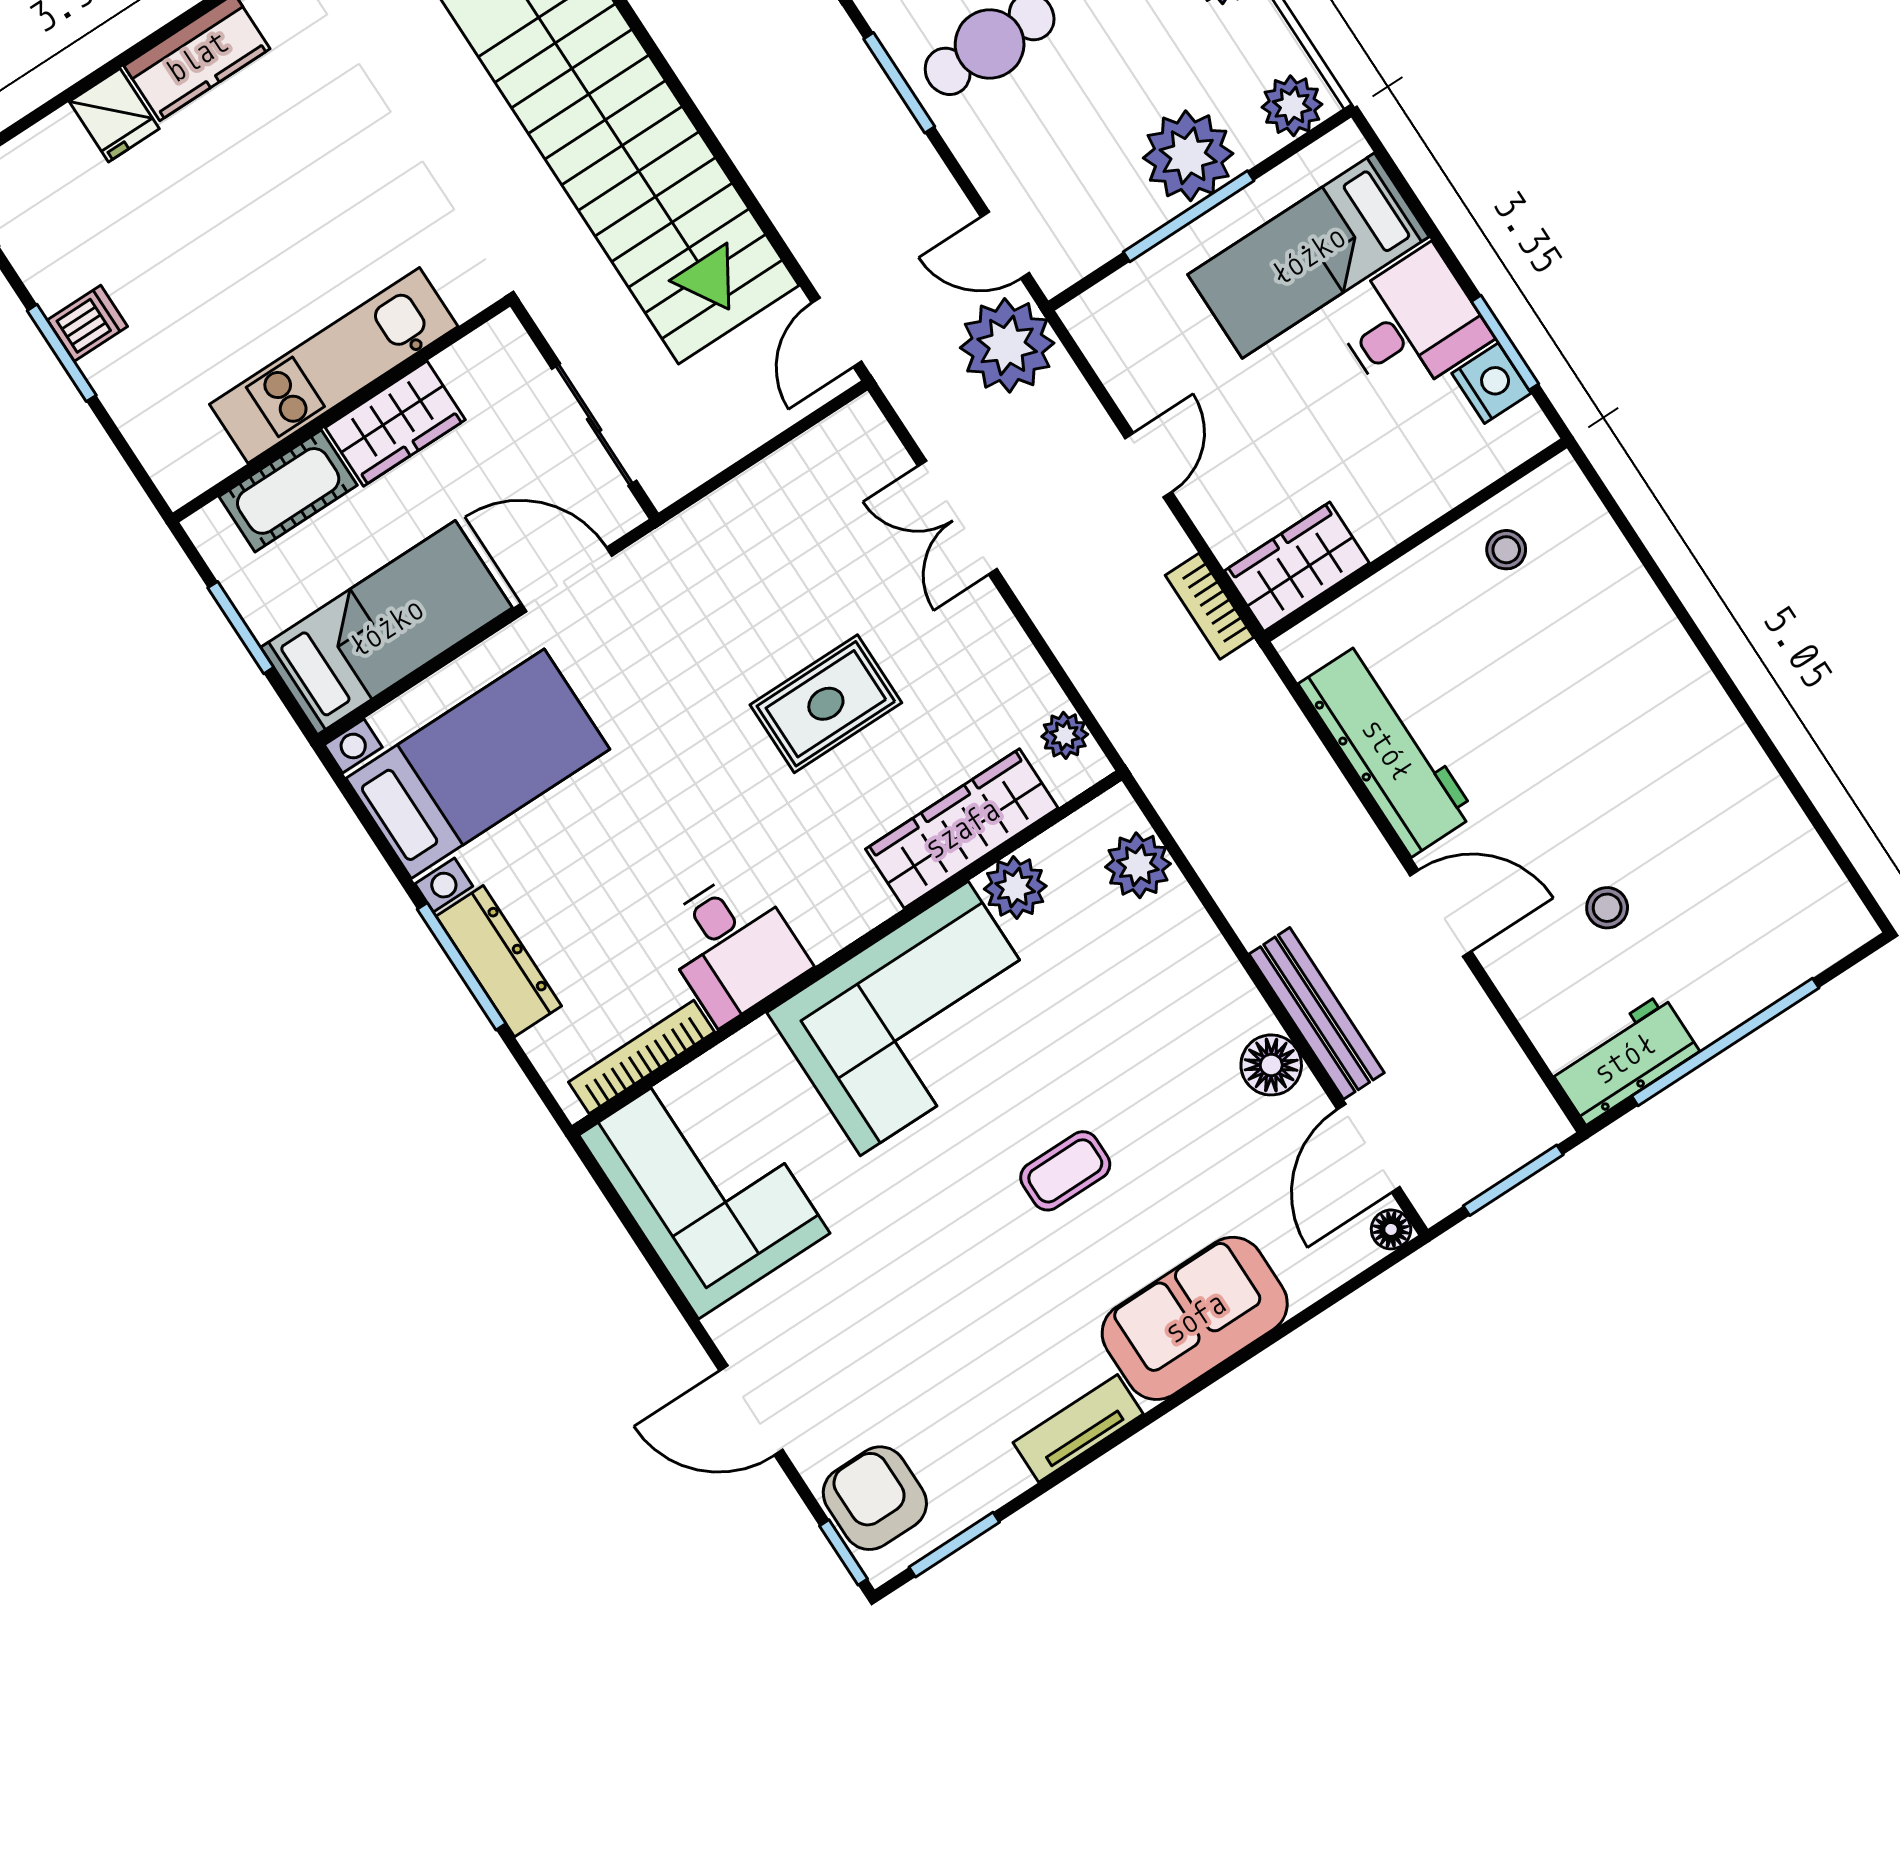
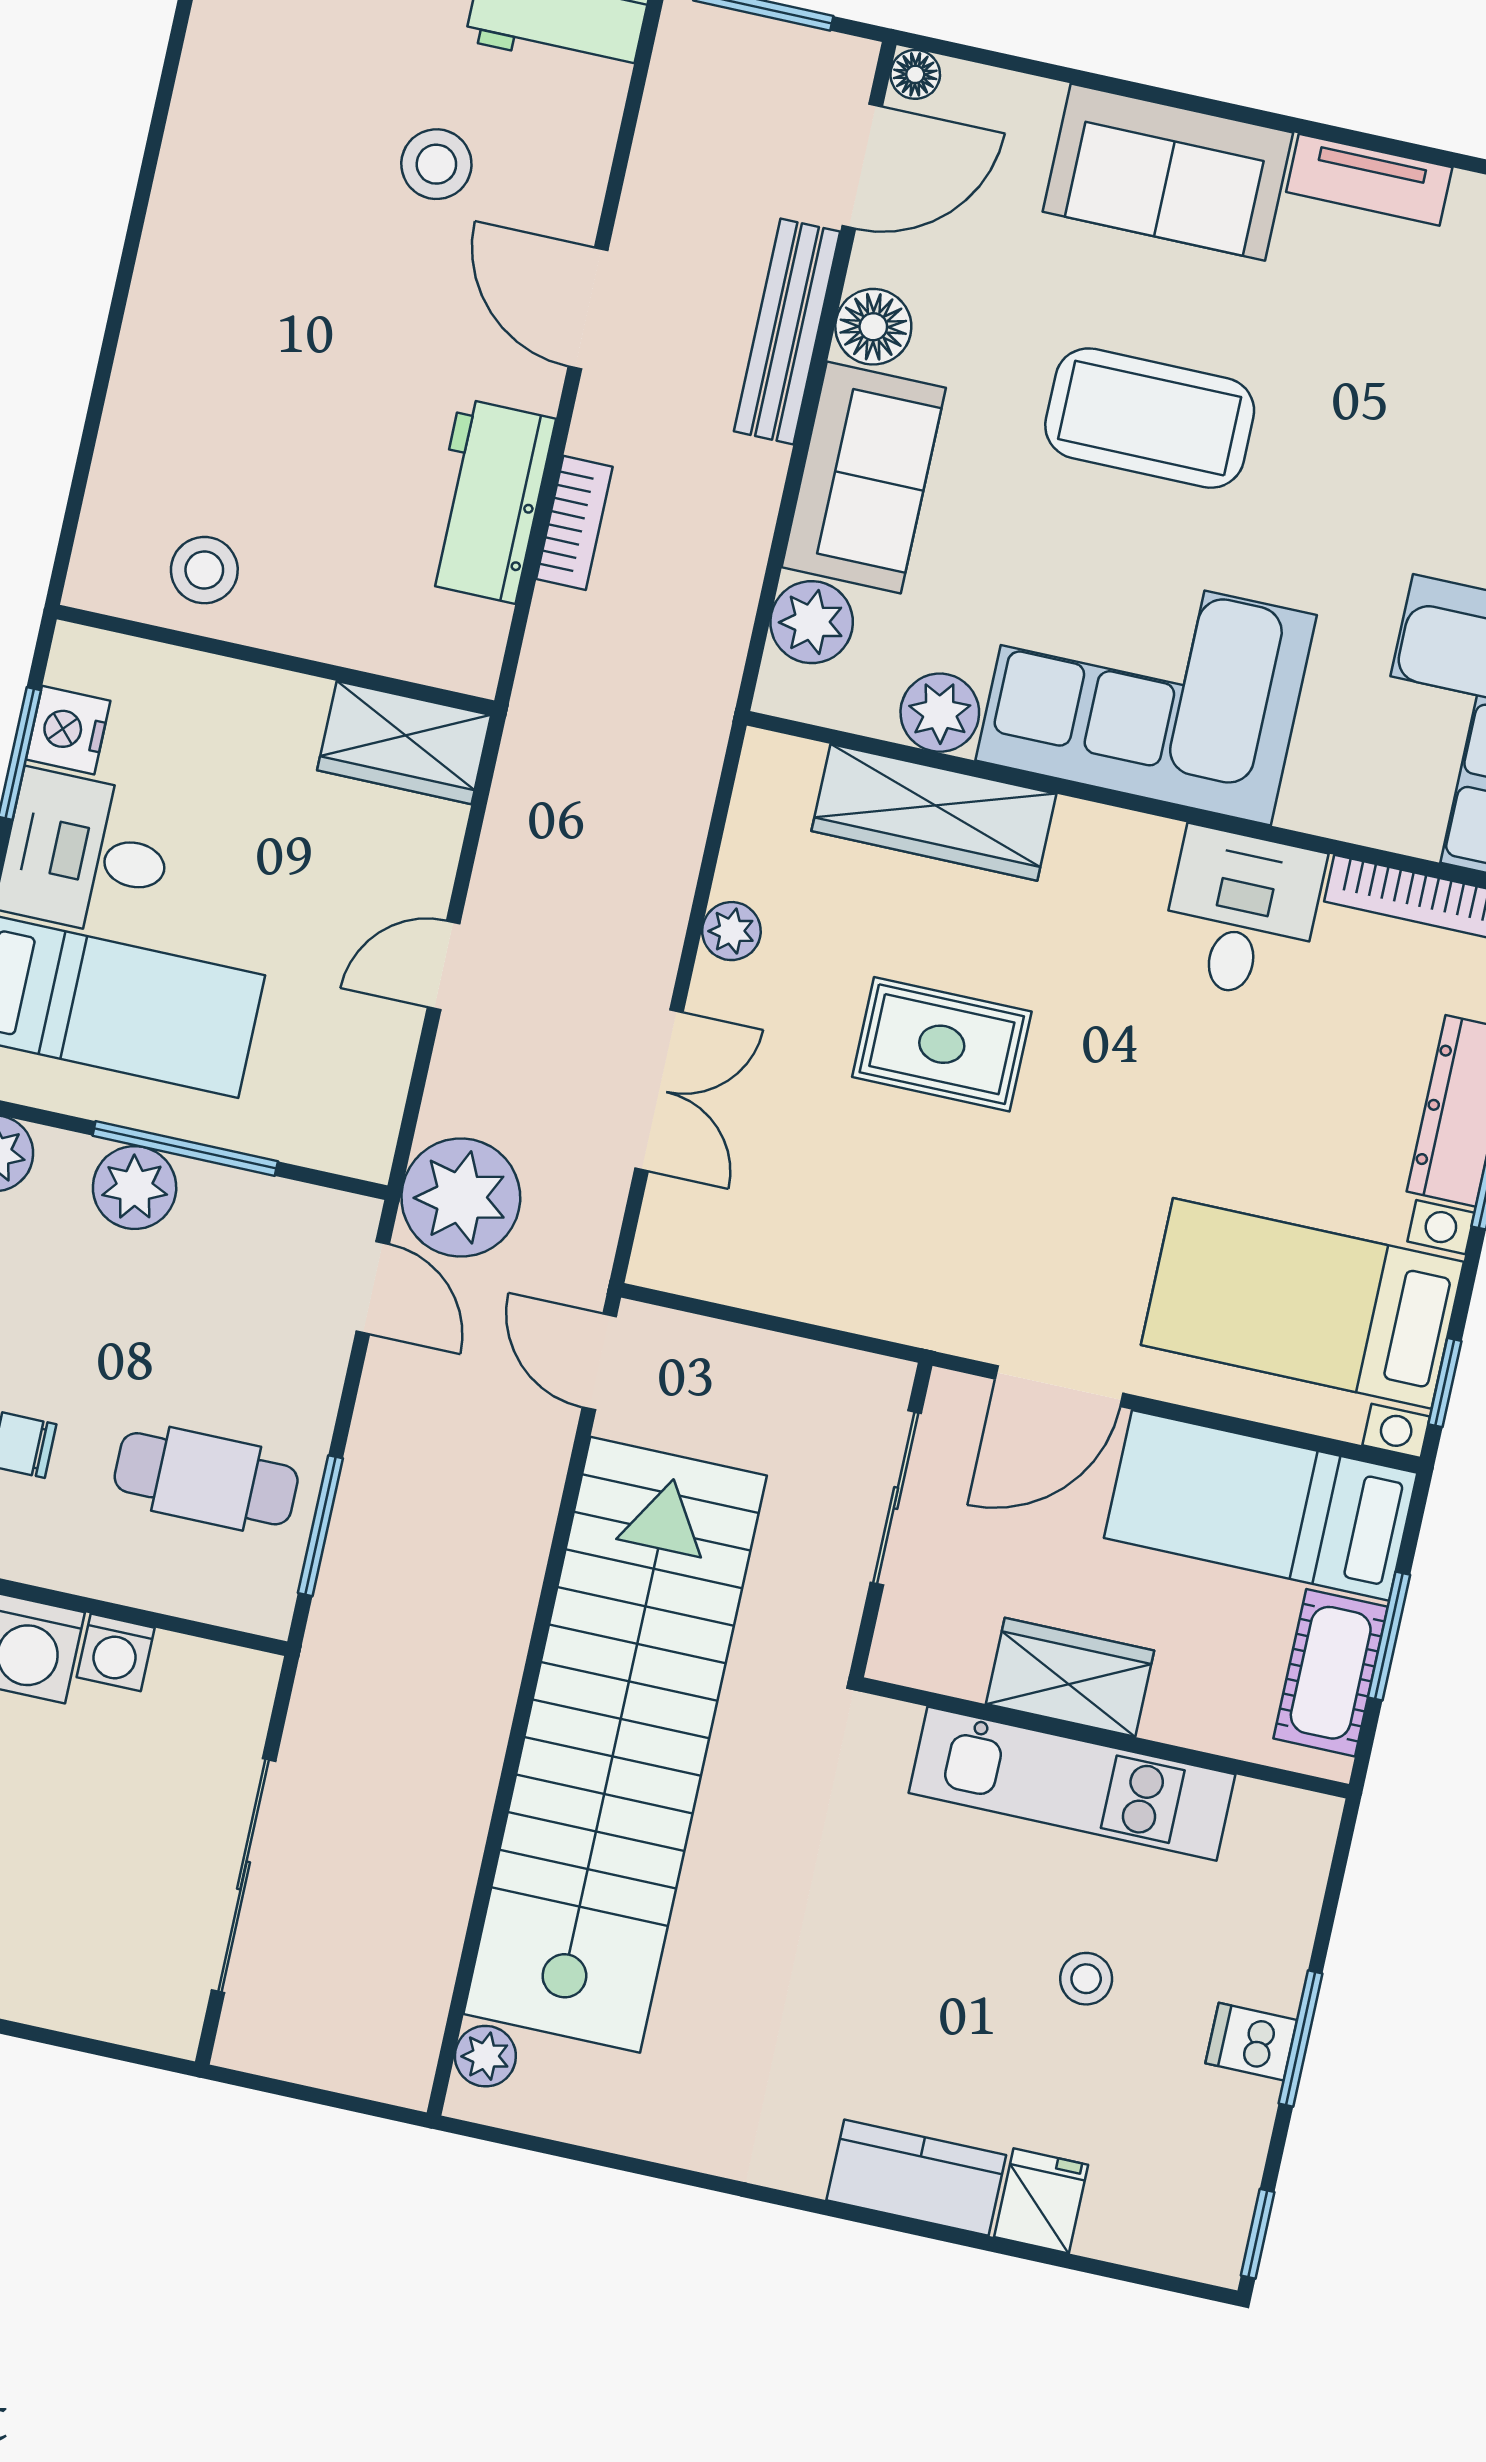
plant: (1188, 156) -> (135, 1188), width x0.73, depth x0.73
stool: (215, 265) -> (1086, 1979), added
door: (837, 332) -> (599, 1362), swing flipped
cot: (288, 491) -> (1331, 1673), moved, turned 90
stool: (1506, 550) -> (204, 570), width x1.37, depth x1.37
door: (567, 580) -> (1059, 1386), hinge flipped
bookcase: (1209, 606) -> (574, 523), moved
plant: (1065, 735) -> (731, 931), moved
workbench: (1387, 749) -> (488, 501), width x0.73
window: (353, 801) -> (1445, 1383), added
stool: (1607, 908) -> (436, 164), width x1.37, depth x1.37
sofa: (1191, 976) -> (864, 477), added
coffee table: (1065, 1171) -> (1150, 418), width x1.86, depth x1.72

